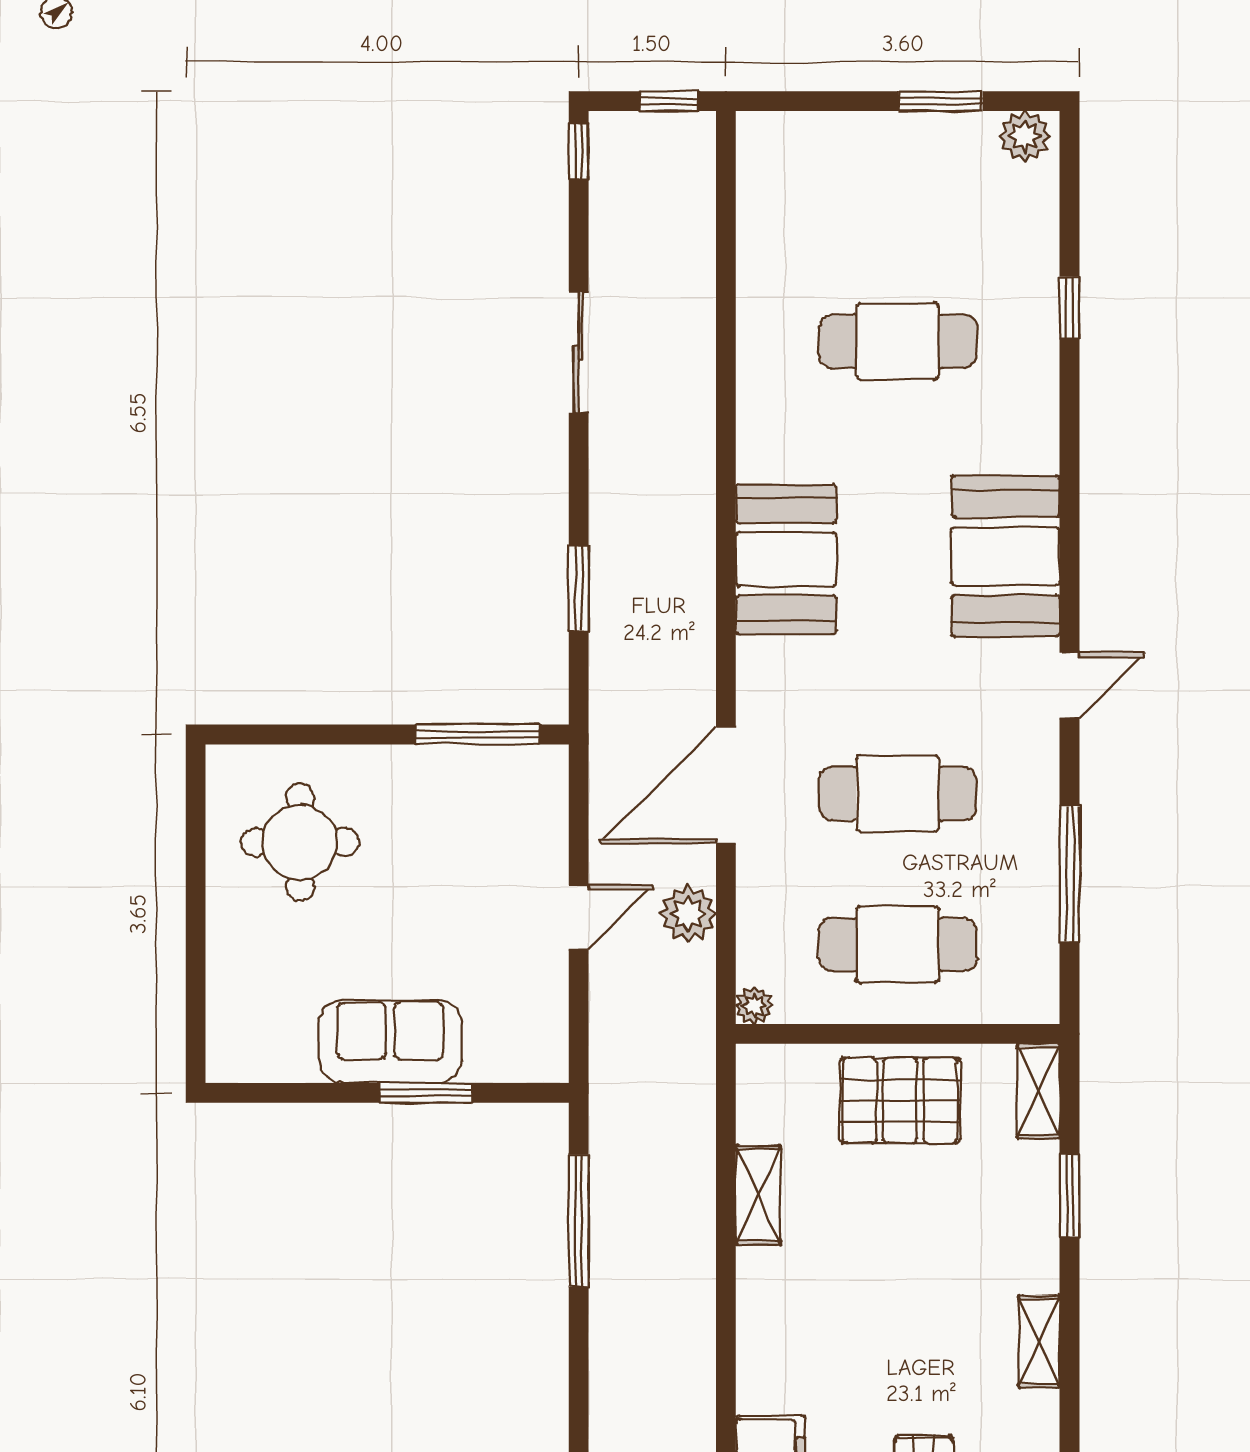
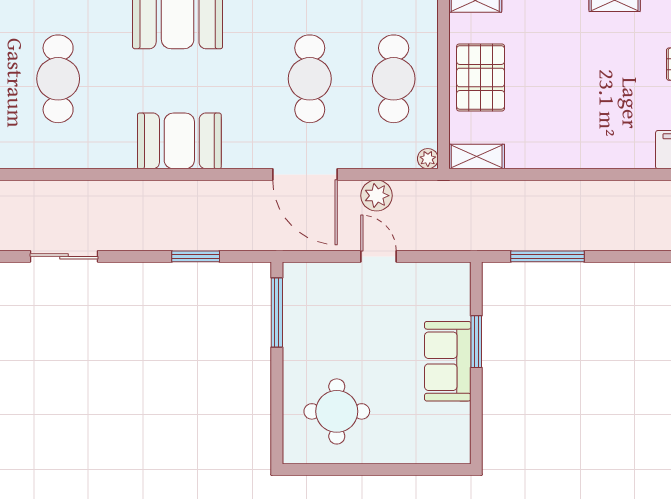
shelving: (758, 1195) -> (477, 156), moved

